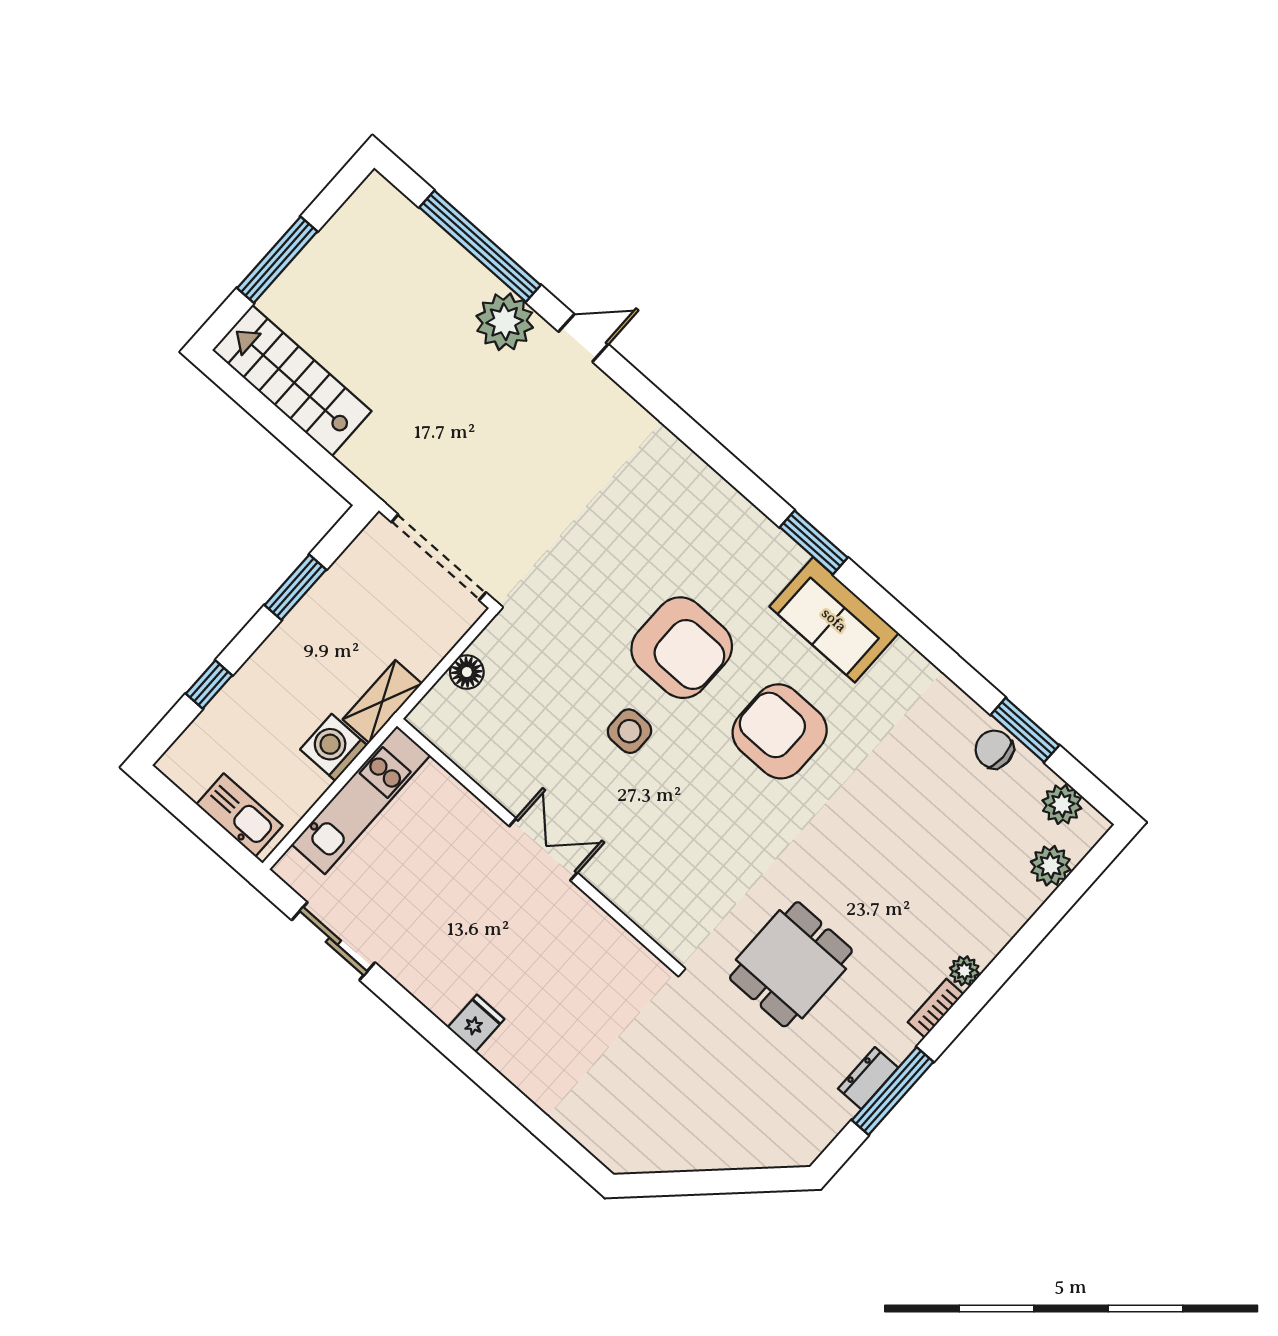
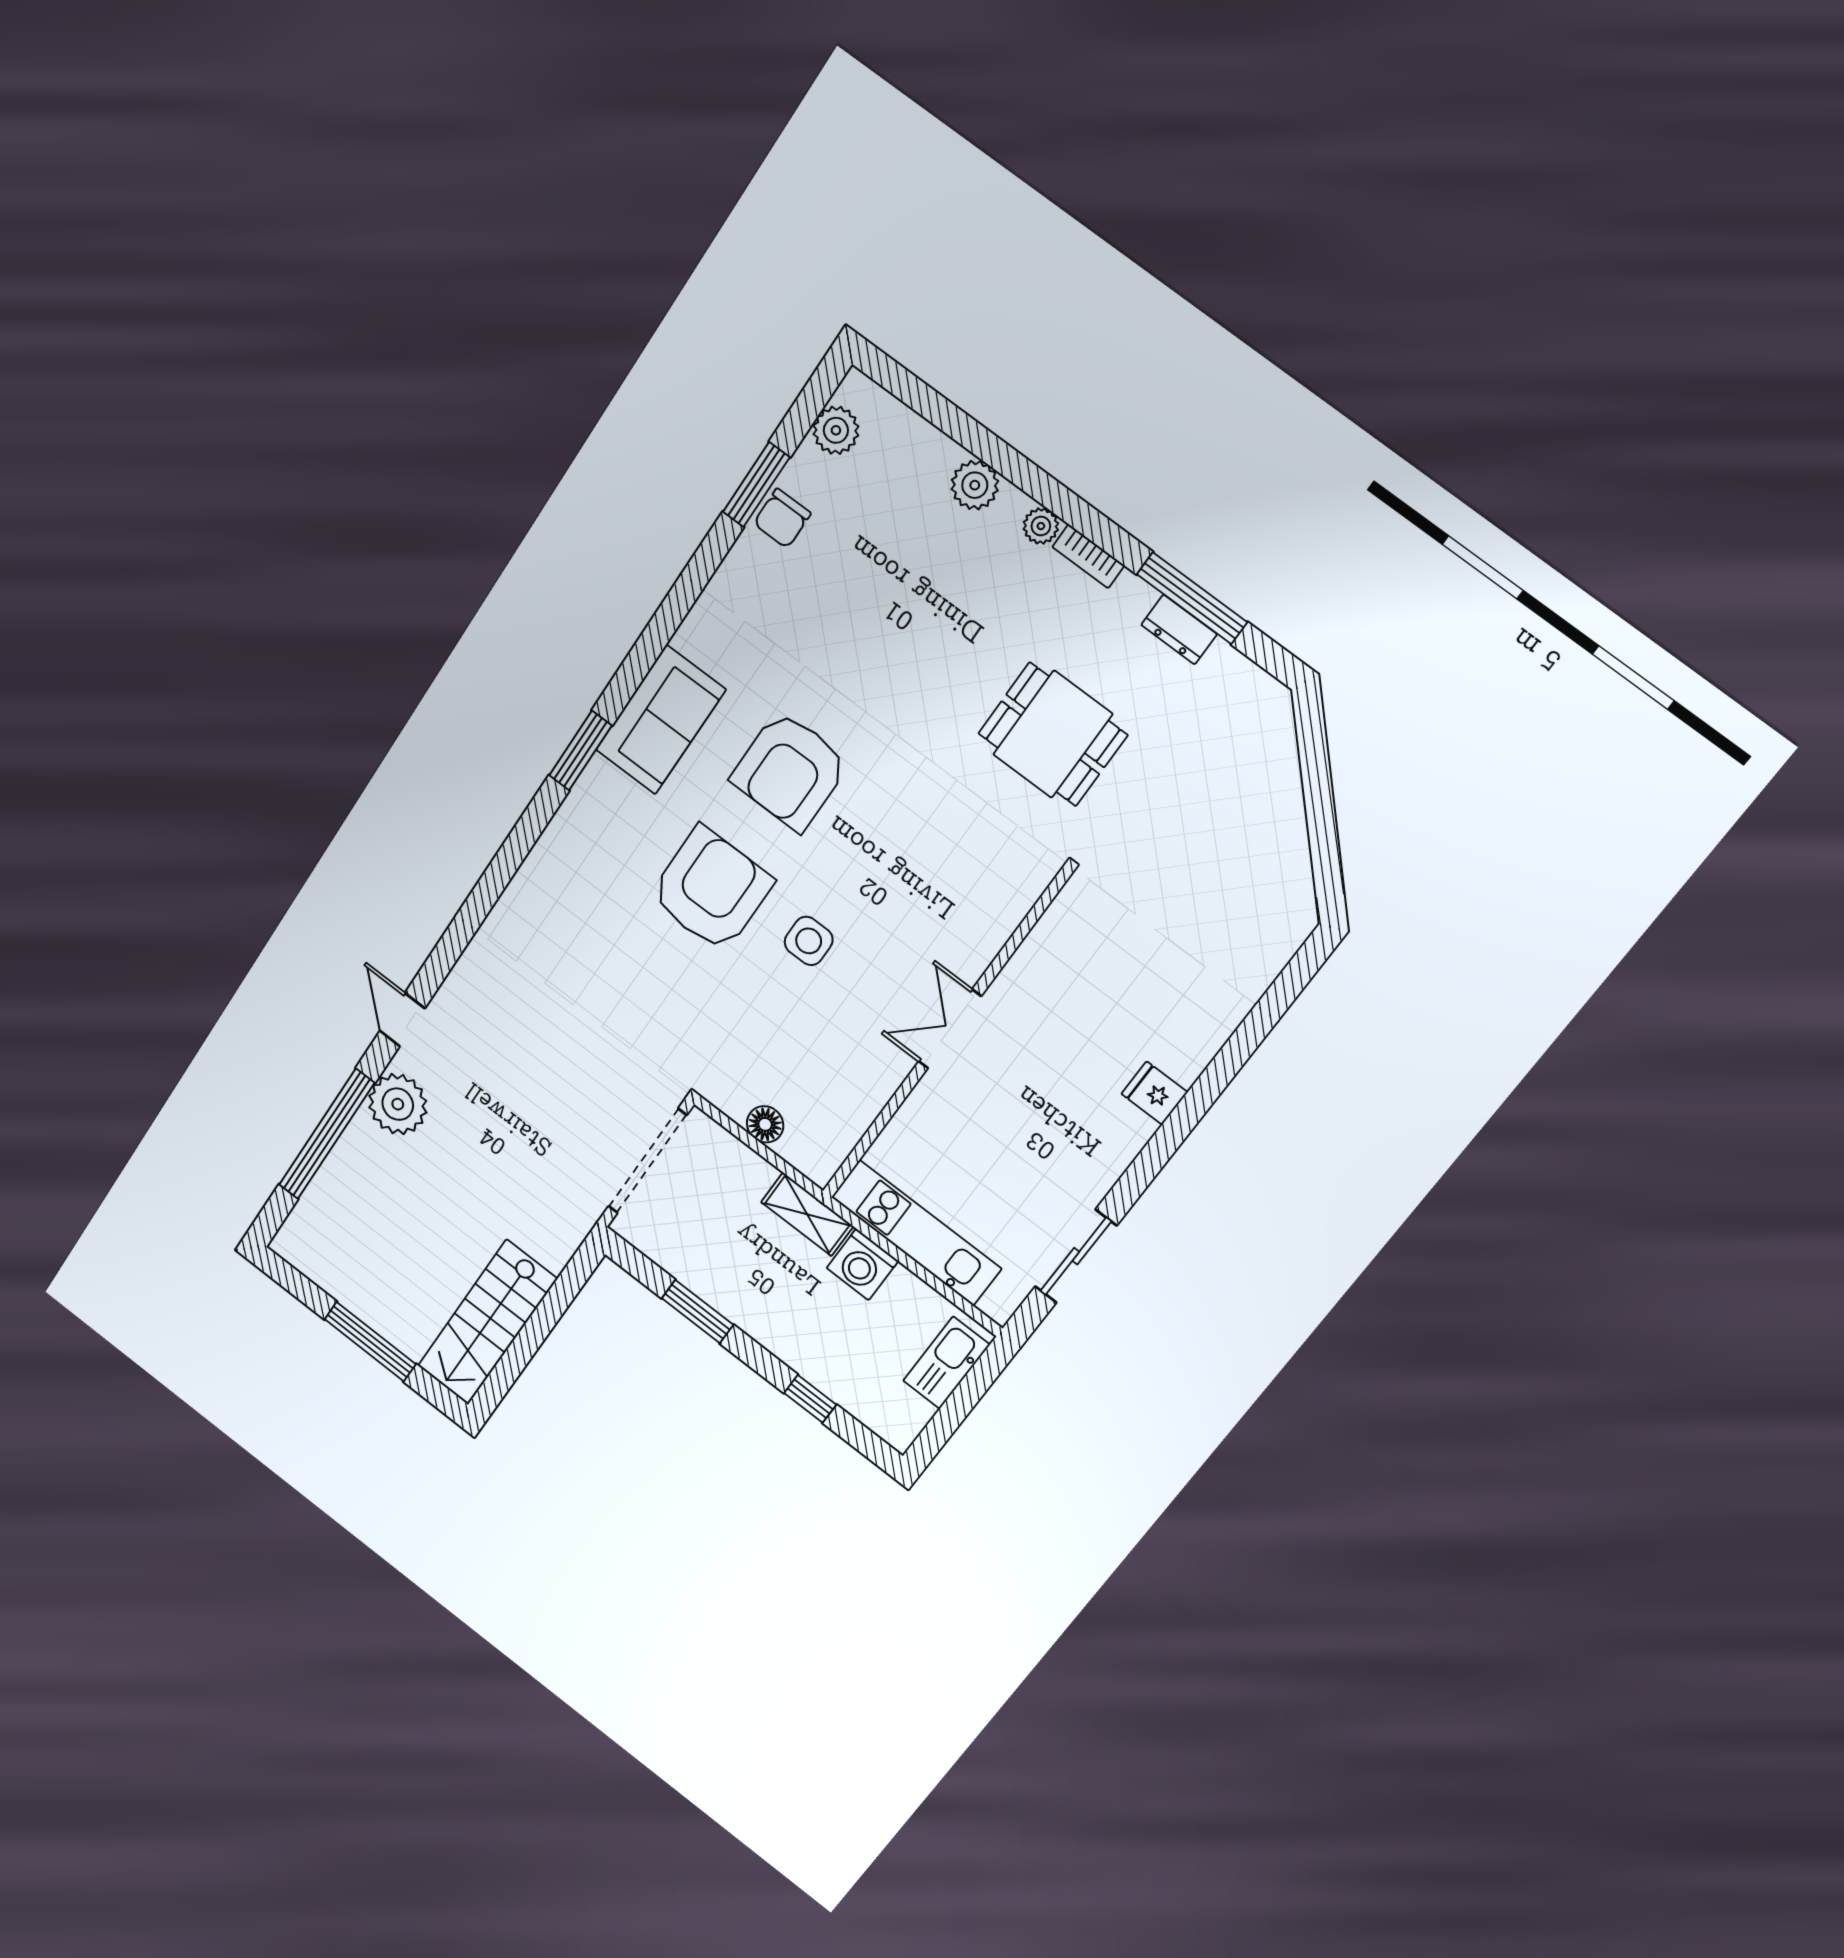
plant: (1051, 866) -> (975, 485), moved

